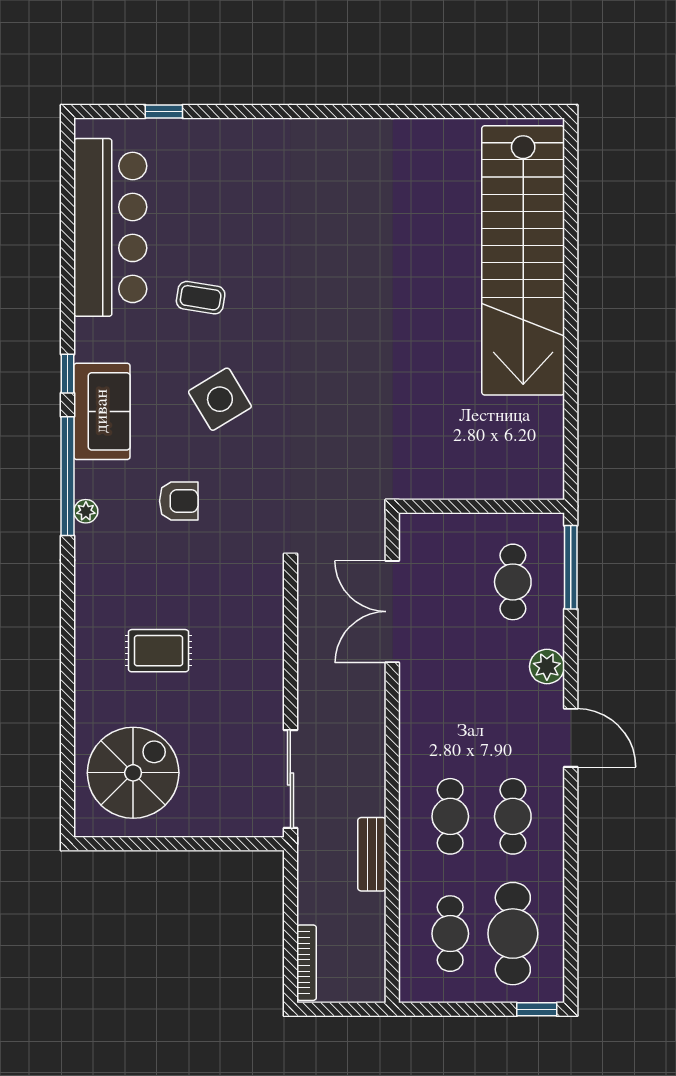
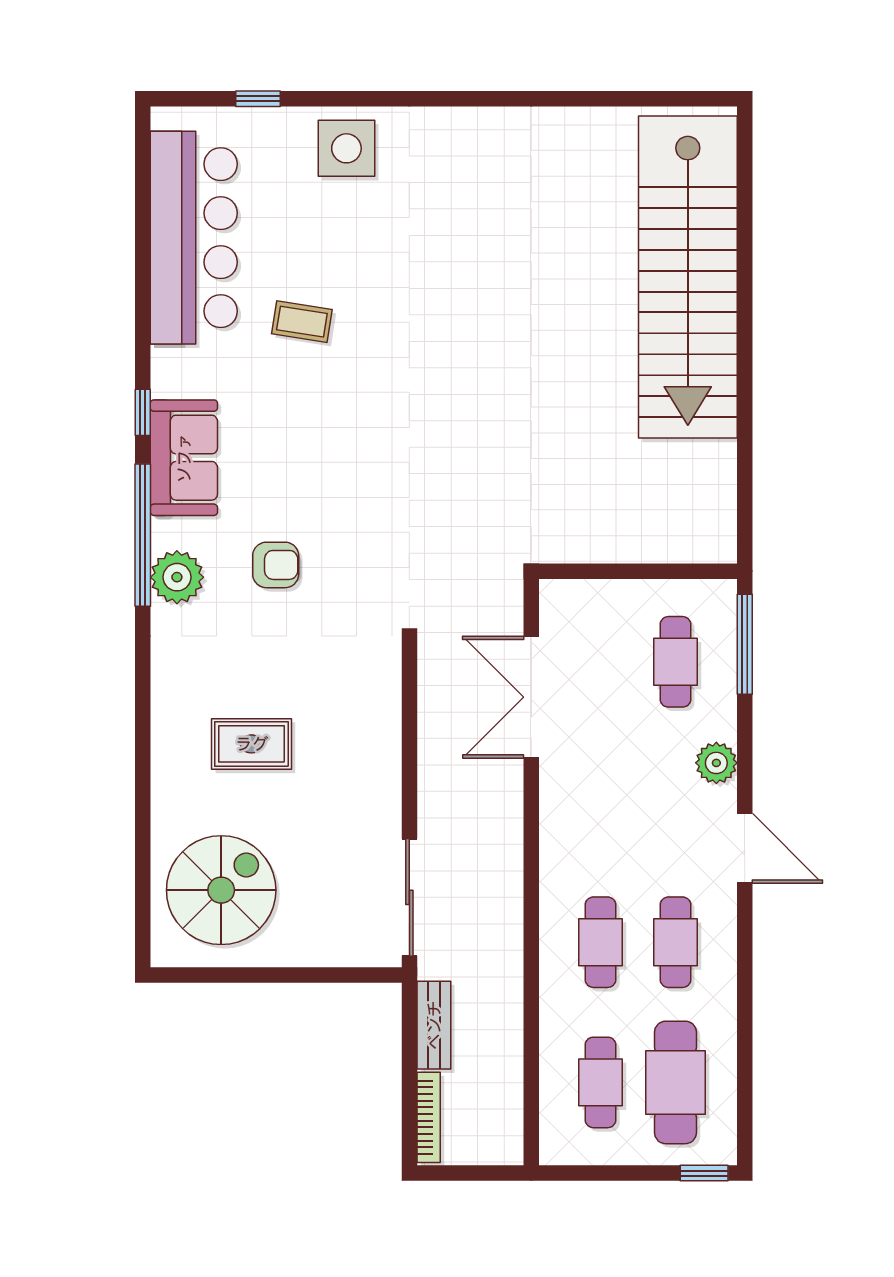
side table: (220, 399) -> (346, 148), moved, turned 31
plant: (86, 511) -> (177, 577), width x1.88, depth x1.88
bench: (372, 854) -> (434, 1025), moved

